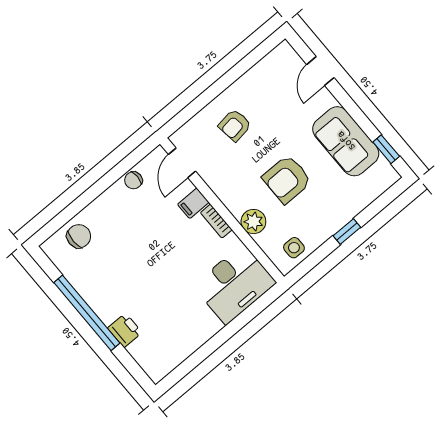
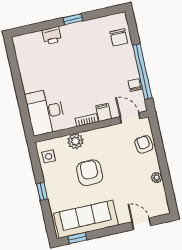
plant: (245, 83) -> (157, 178), added
armchair: (235, 125) -> (144, 144), moved
sofa: (346, 141) -> (86, 219), width x1.36
window: (109, 179) -> (142, 72), added
window: (87, 313) -> (73, 19), width x0.32

